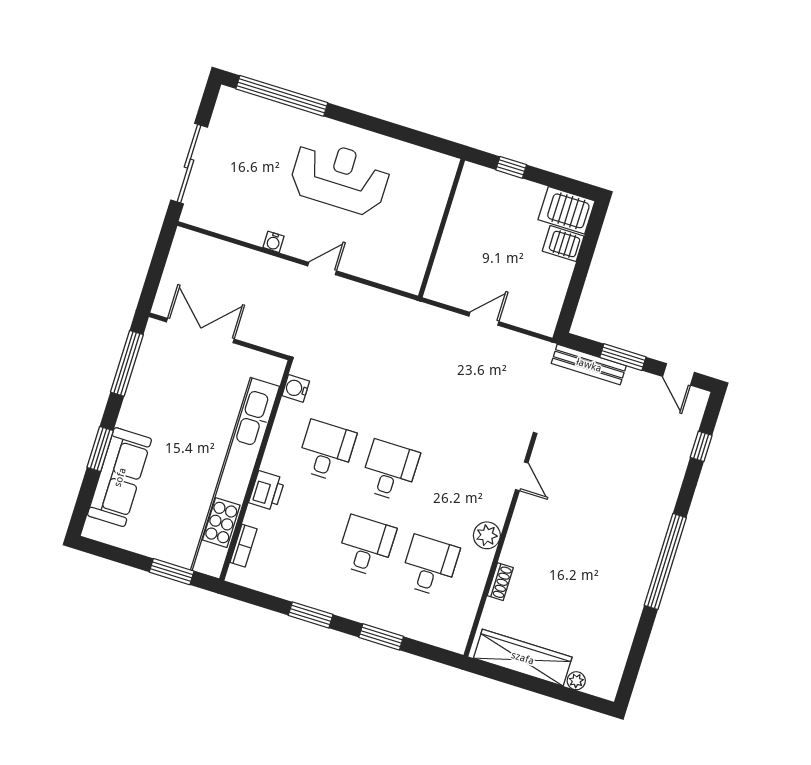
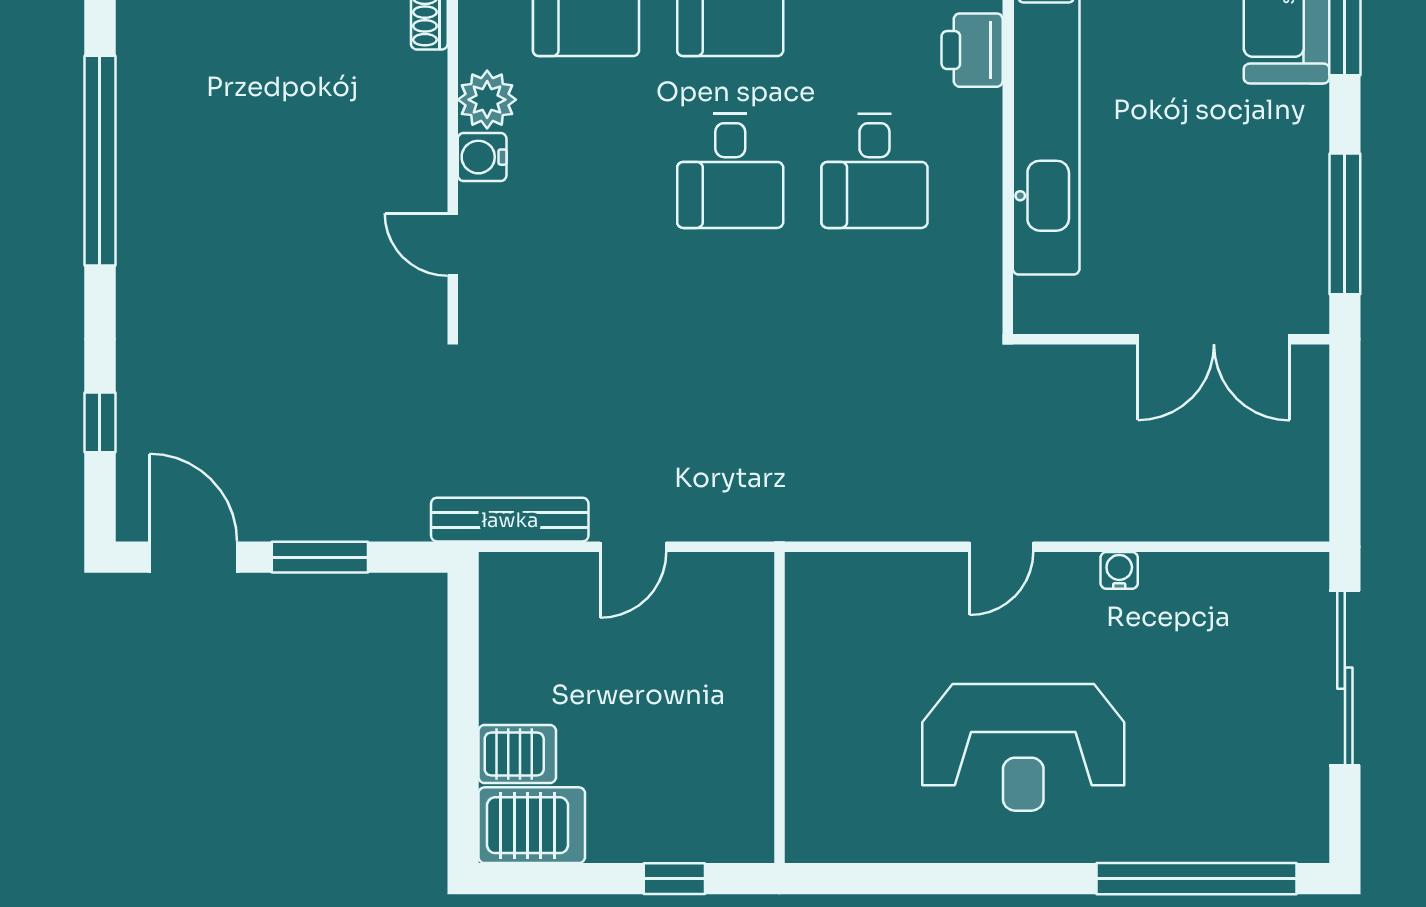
bench: (589, 365) -> (510, 520), moved
door: (679, 374) -> (193, 557), width x1.38
water cooler: (296, 388) -> (482, 157), moved, turned 180

